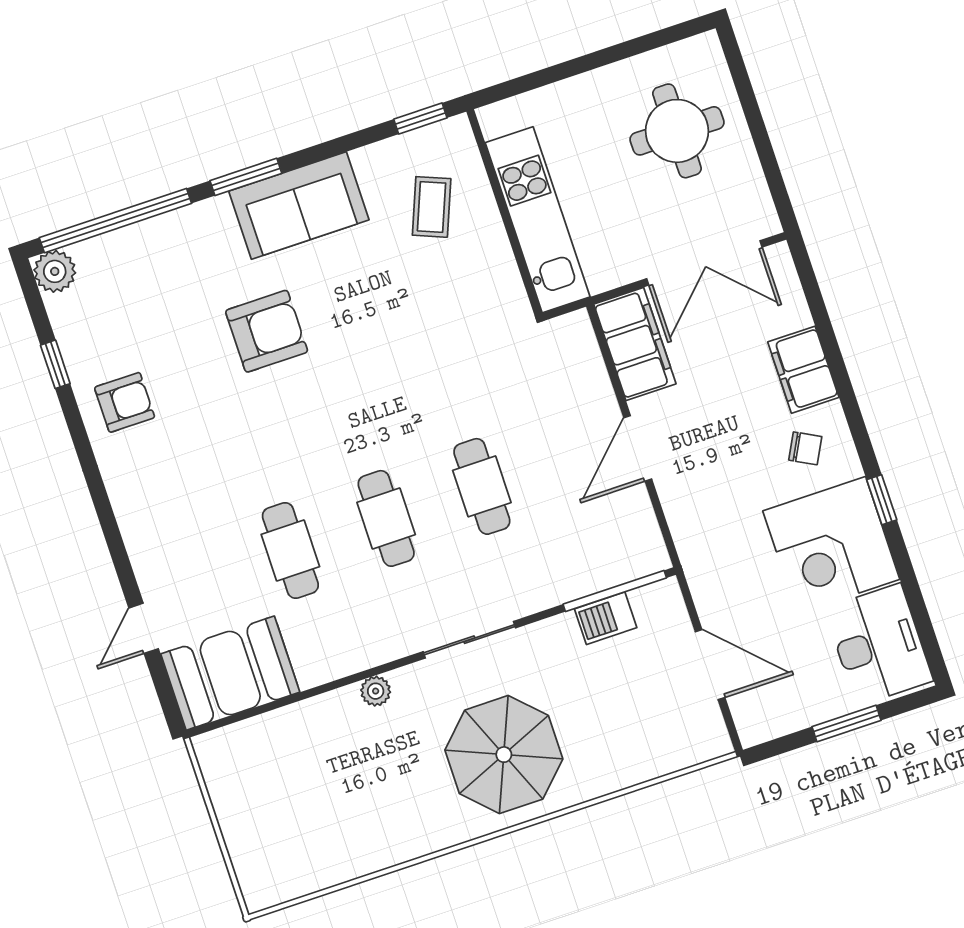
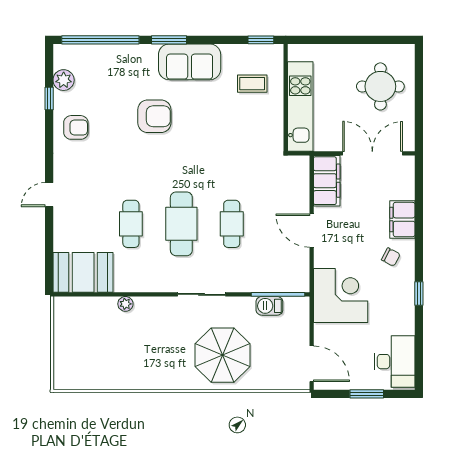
coffee table: (432, 207) -> (252, 84), turned 68
double door: (704, 263) -> (372, 153), swing flipped
plant: (55, 271) -> (64, 80), moved
door: (638, 448) -> (312, 231), hinge flipped
cafe table: (386, 518) -> (181, 224), width x1.37, depth x1.35
corner desk: (831, 545) -> (341, 296), moved, turned 180
door: (144, 628) -> (49, 195), moved
door: (710, 665) -> (312, 364), moved
plant: (376, 691) -> (125, 304), moved
parasol: (504, 755) -> (222, 355), moved

